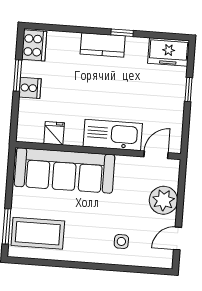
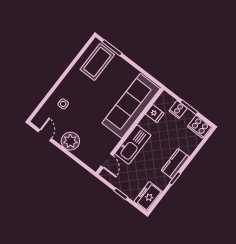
fridge: (54, 133) -> (155, 114), moved
kitchen sink: (113, 135) -> (133, 144), moved
wall: (98, 151) -> (130, 131), moved
door: (156, 155) -> (107, 161), moved
sofa: (65, 170) -> (131, 106), moved

